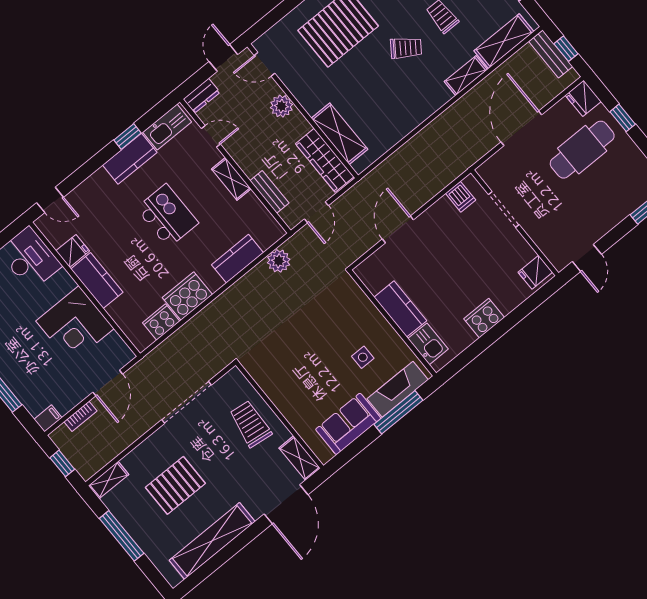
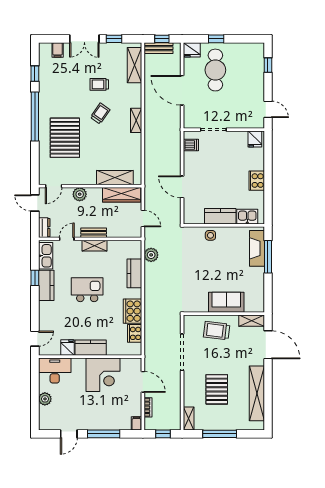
shelving: (466, 76) -> (136, 120), moved
bench: (269, 192) -> (94, 233), moved
side table: (363, 357) -> (210, 235), moved
sofa: (348, 424) -> (226, 302), moved, turned 90

